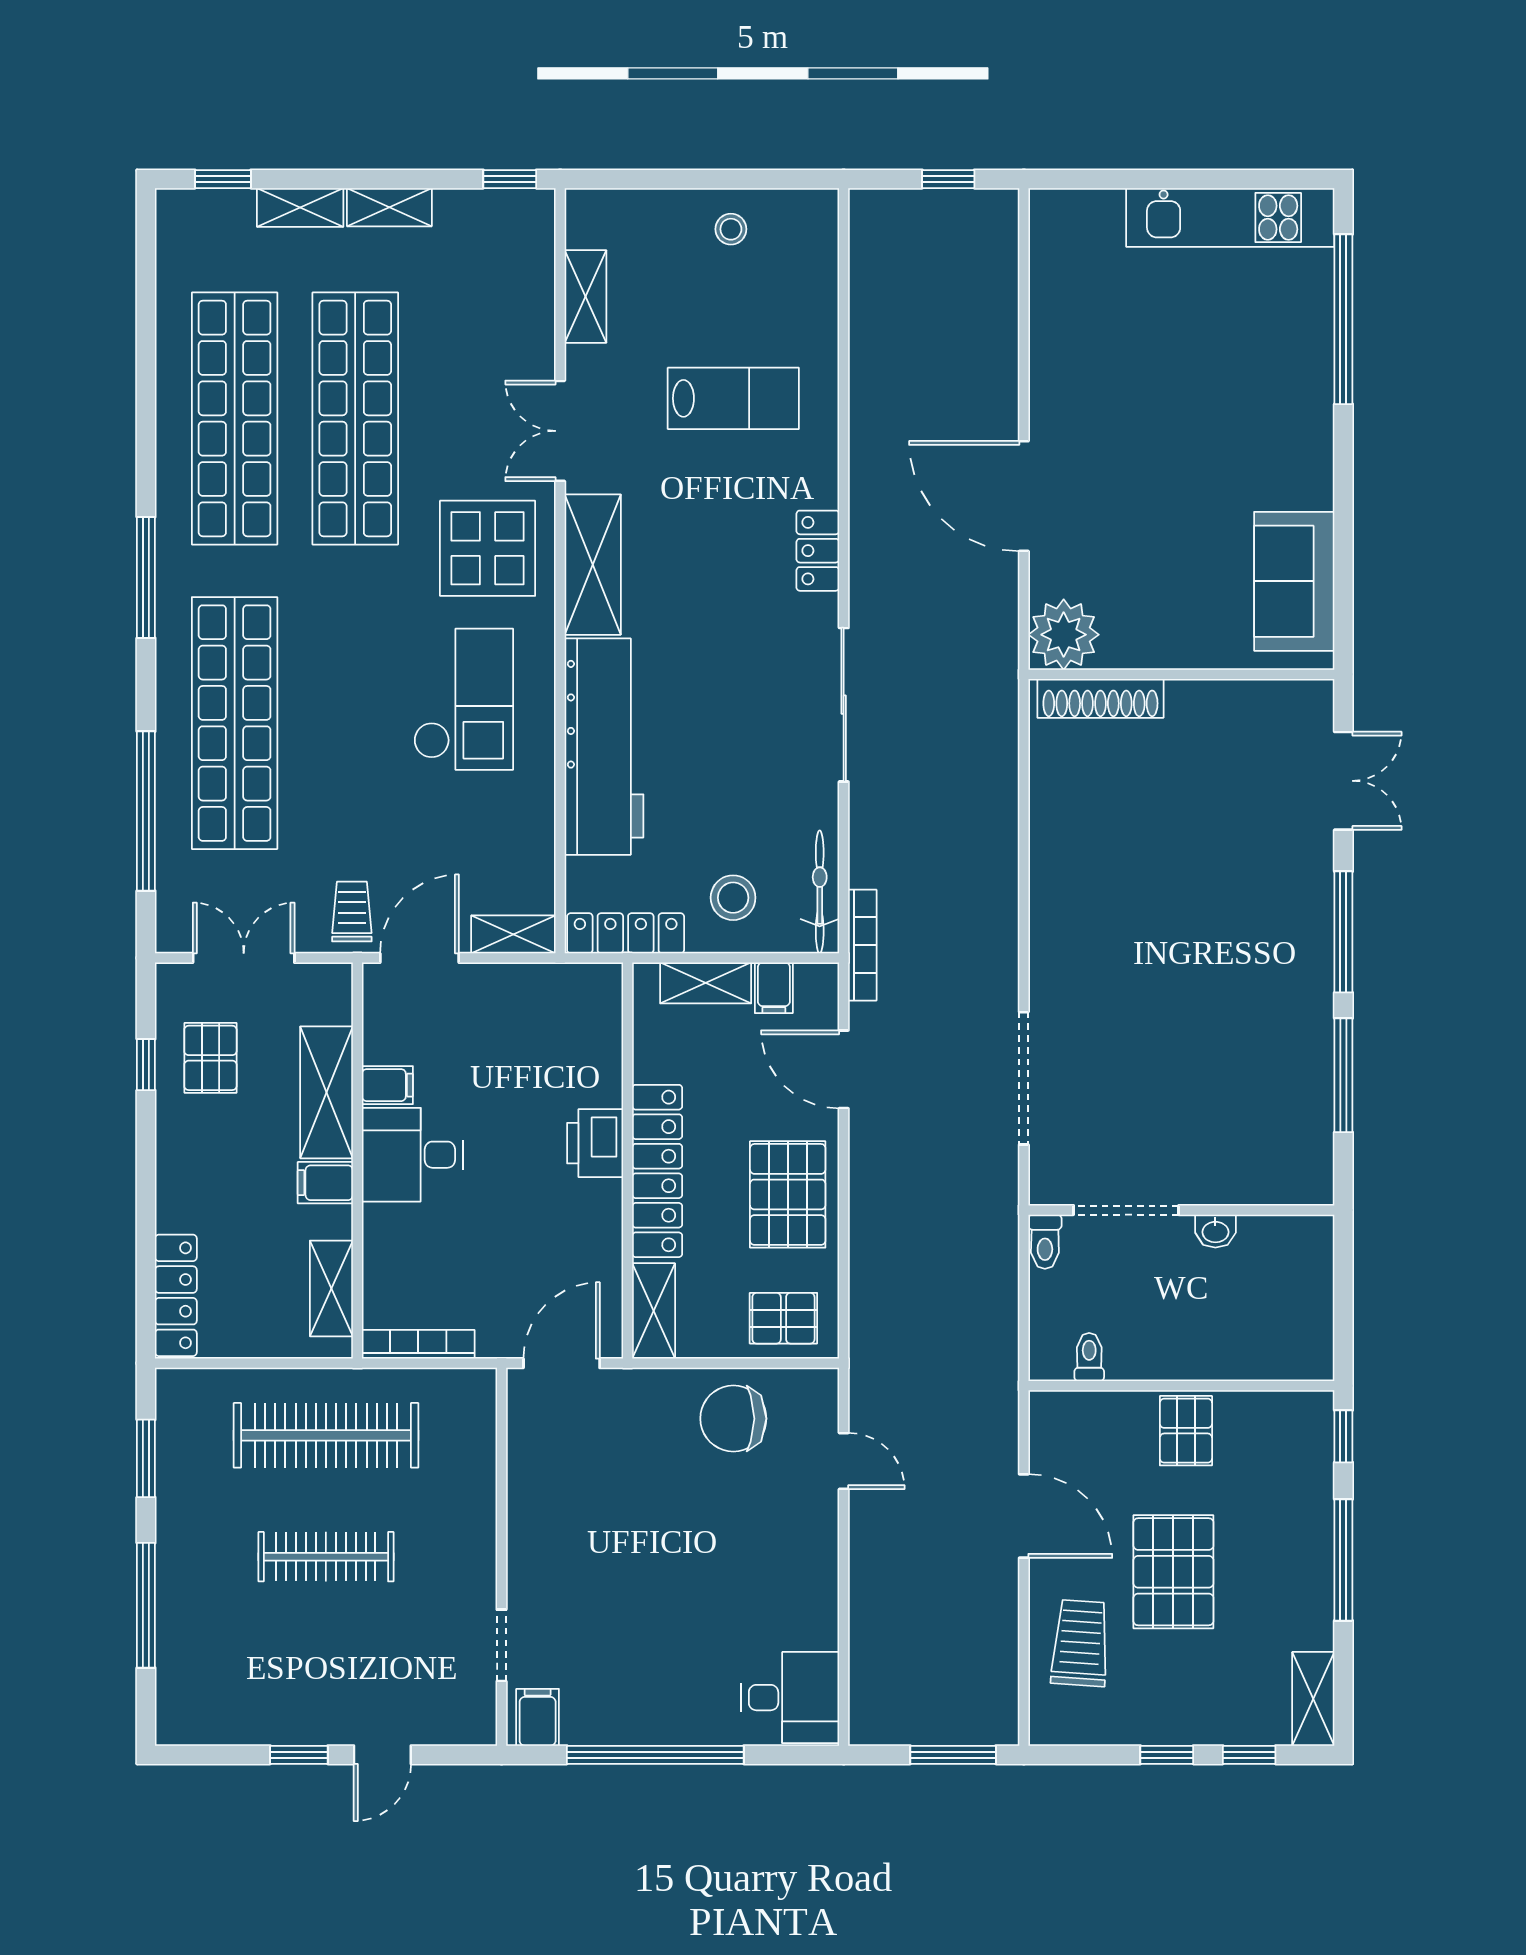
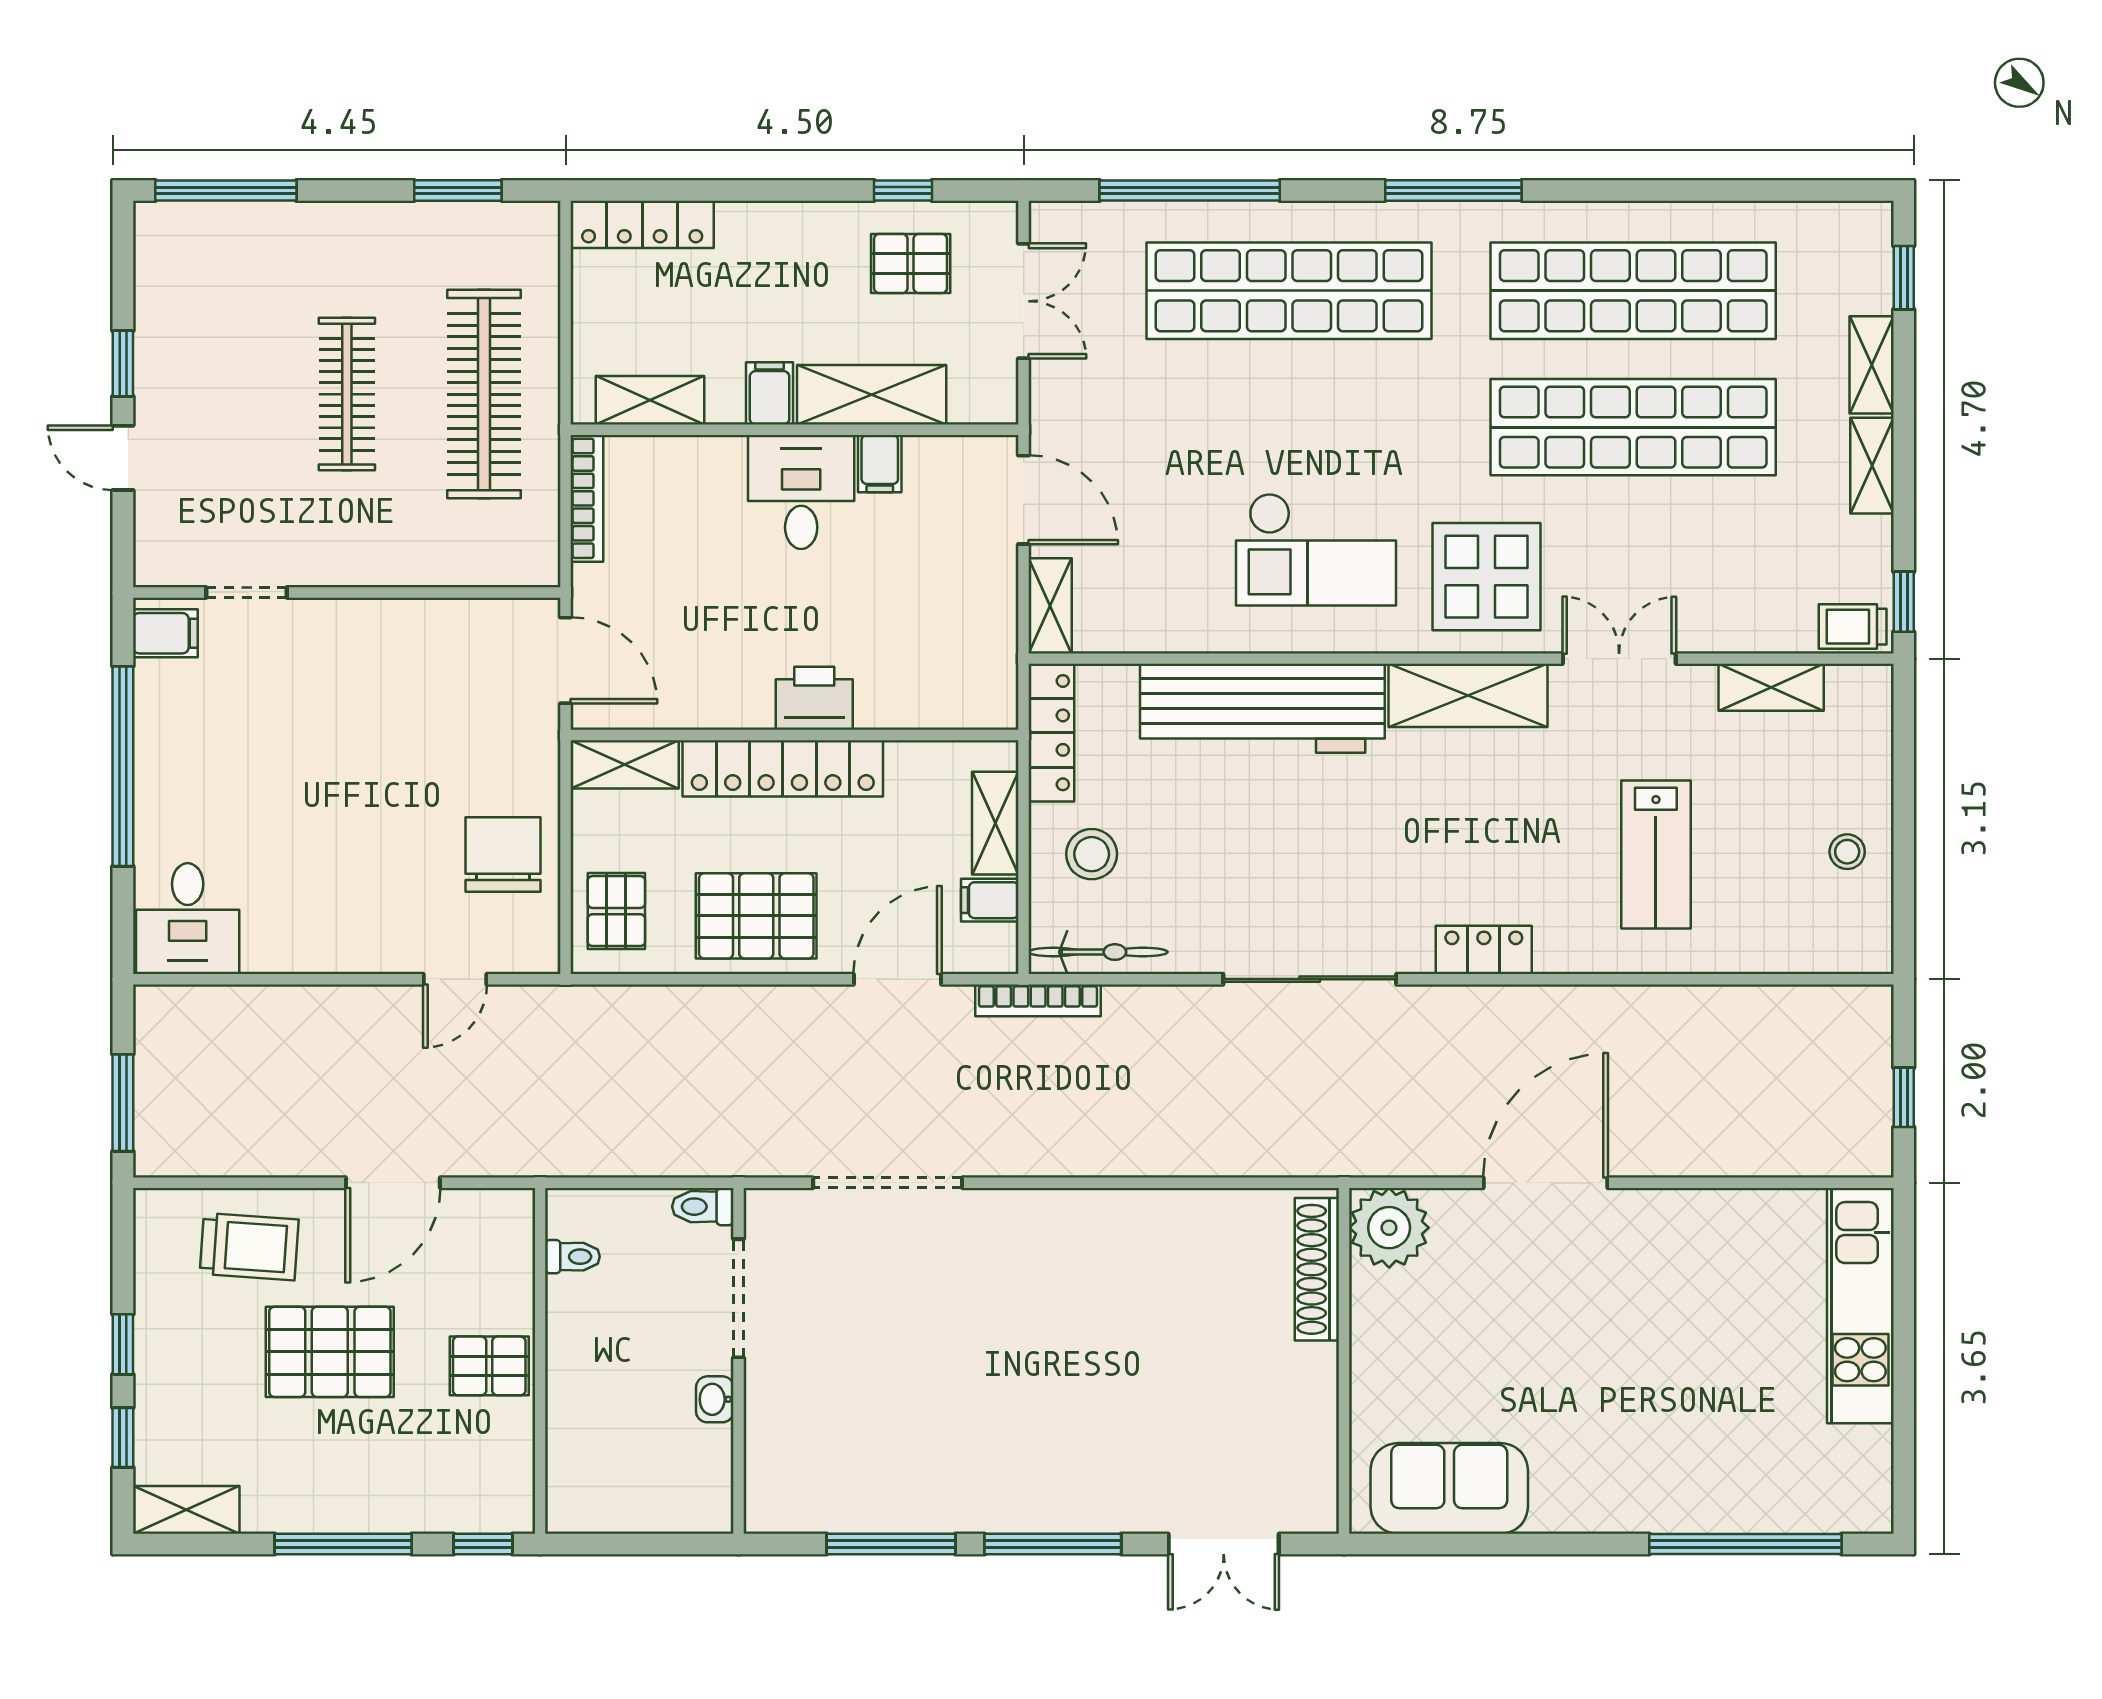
kitchen unit: (1230, 217) -> (1860, 1306), moved
trolley: (352, 912) -> (1853, 627), moved, turned 180
window: (146, 1605) -> (226, 191), moved

